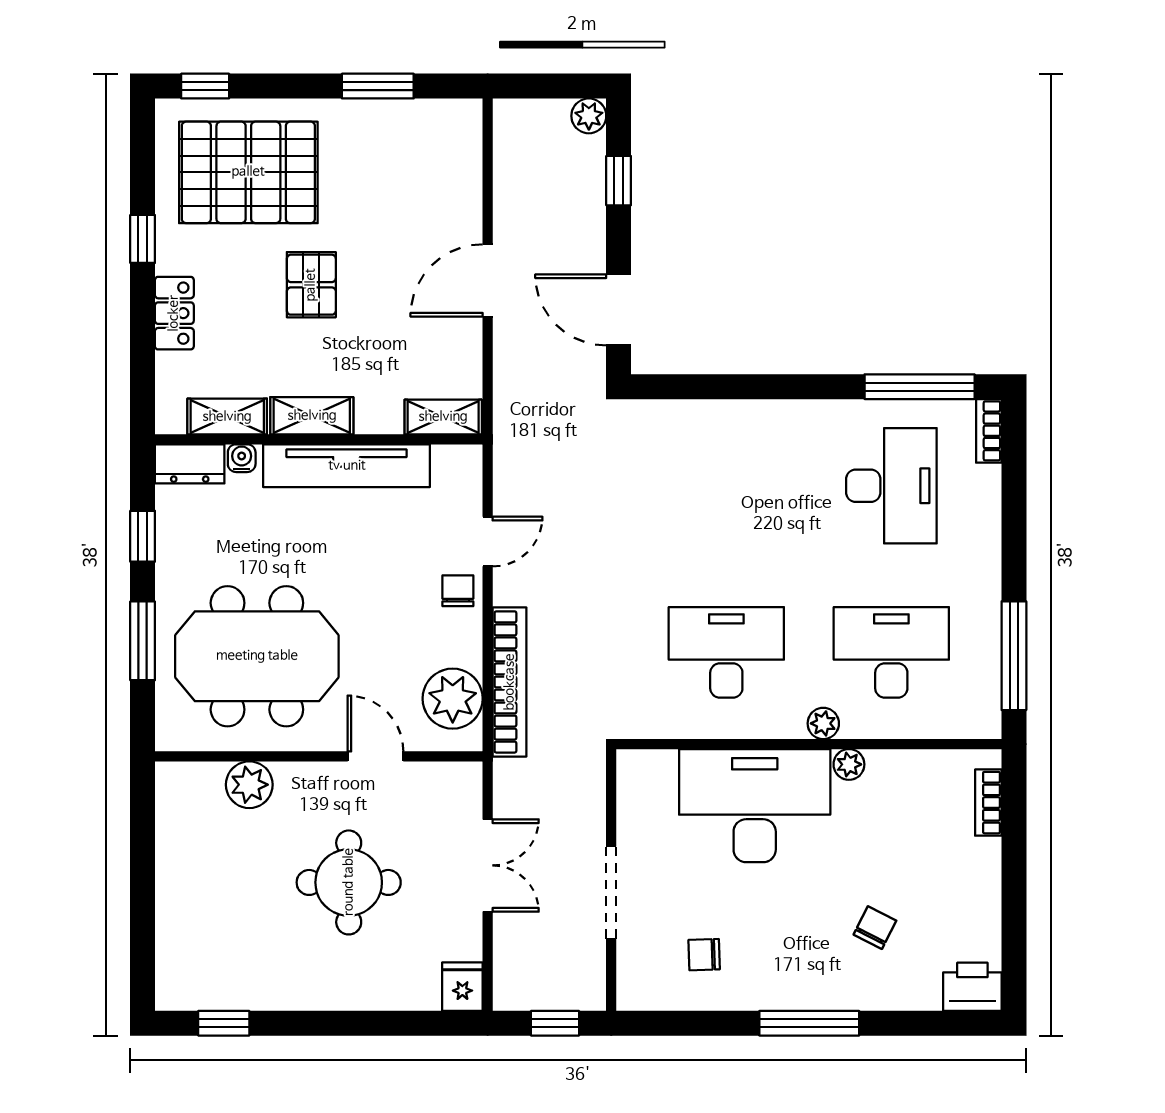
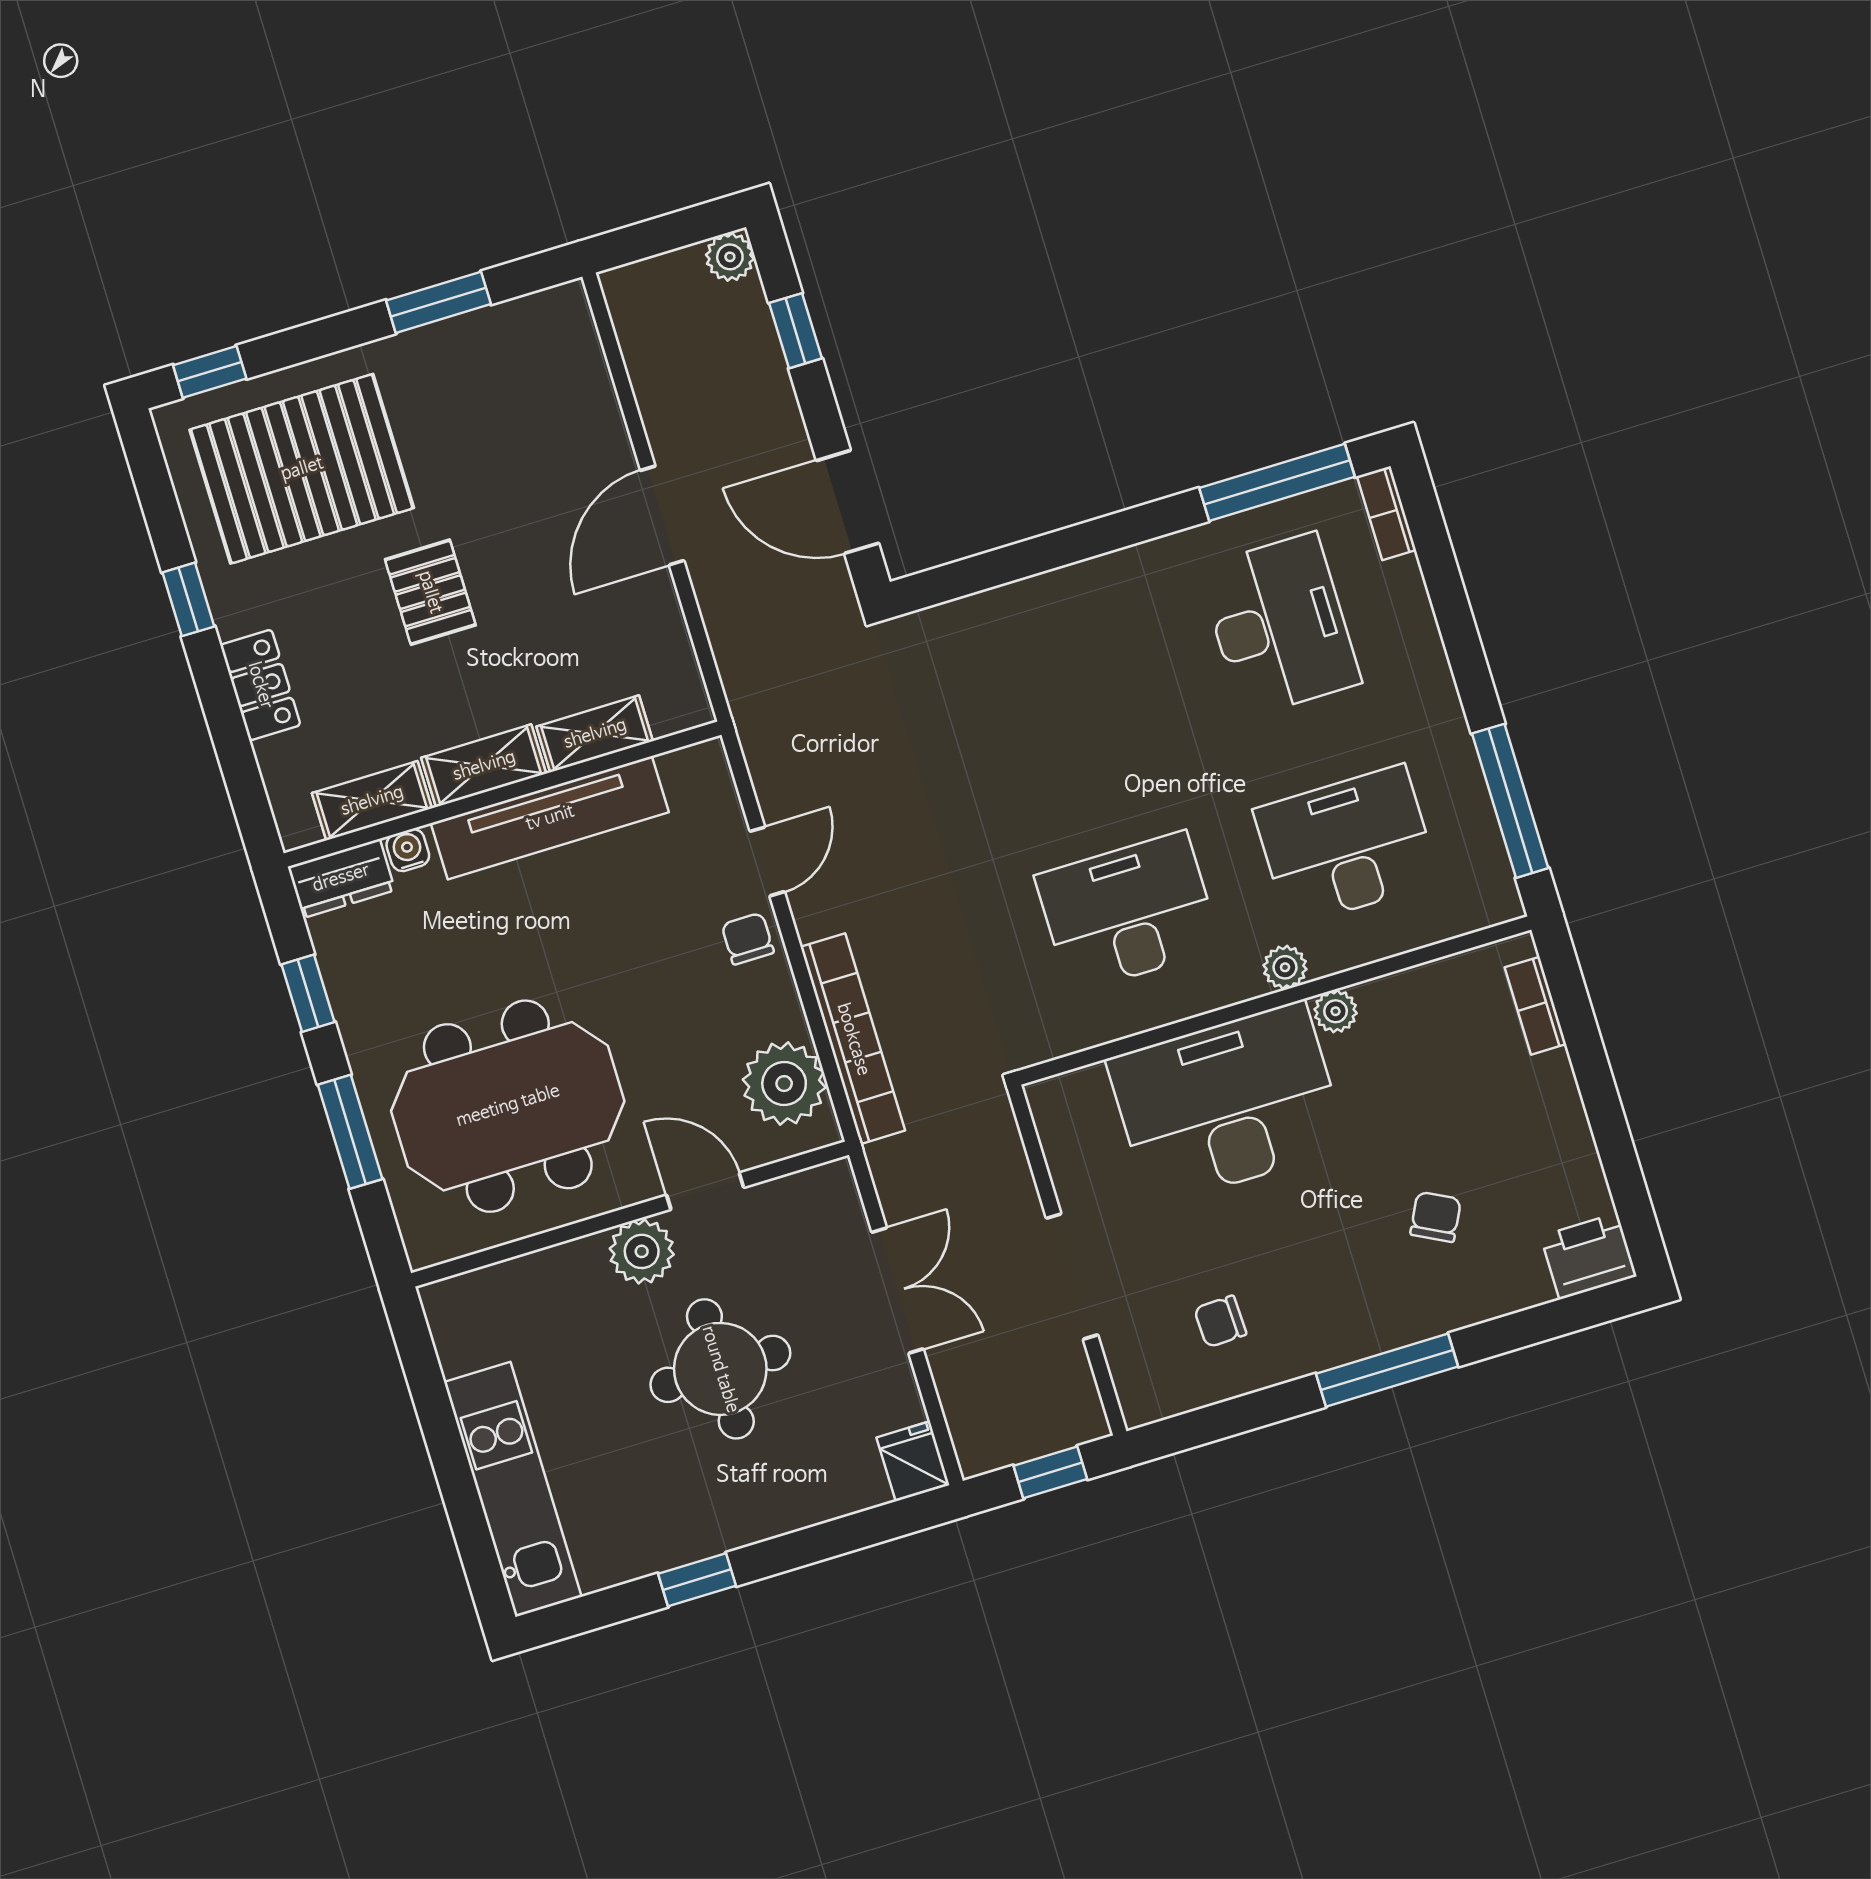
shelving: (443, 417) -> (595, 734), moved
plant: (249, 785) -> (642, 1251), moved
kitchen unit: (180, 922) -> (513, 1489), added
window: (224, 1023) -> (697, 1580), moved

